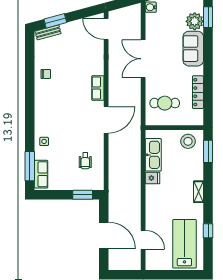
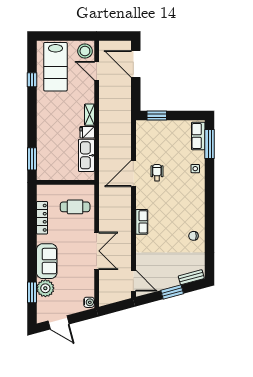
window: (55, 21) -> (172, 292), moved
door: (106, 120) -> (133, 174), moved
stool: (188, 141) -> (85, 51), moved
wheelchair: (85, 161) -> (157, 173), moved
shelving: (199, 192) -> (89, 115), moved
door: (104, 235) -> (136, 64), moved

